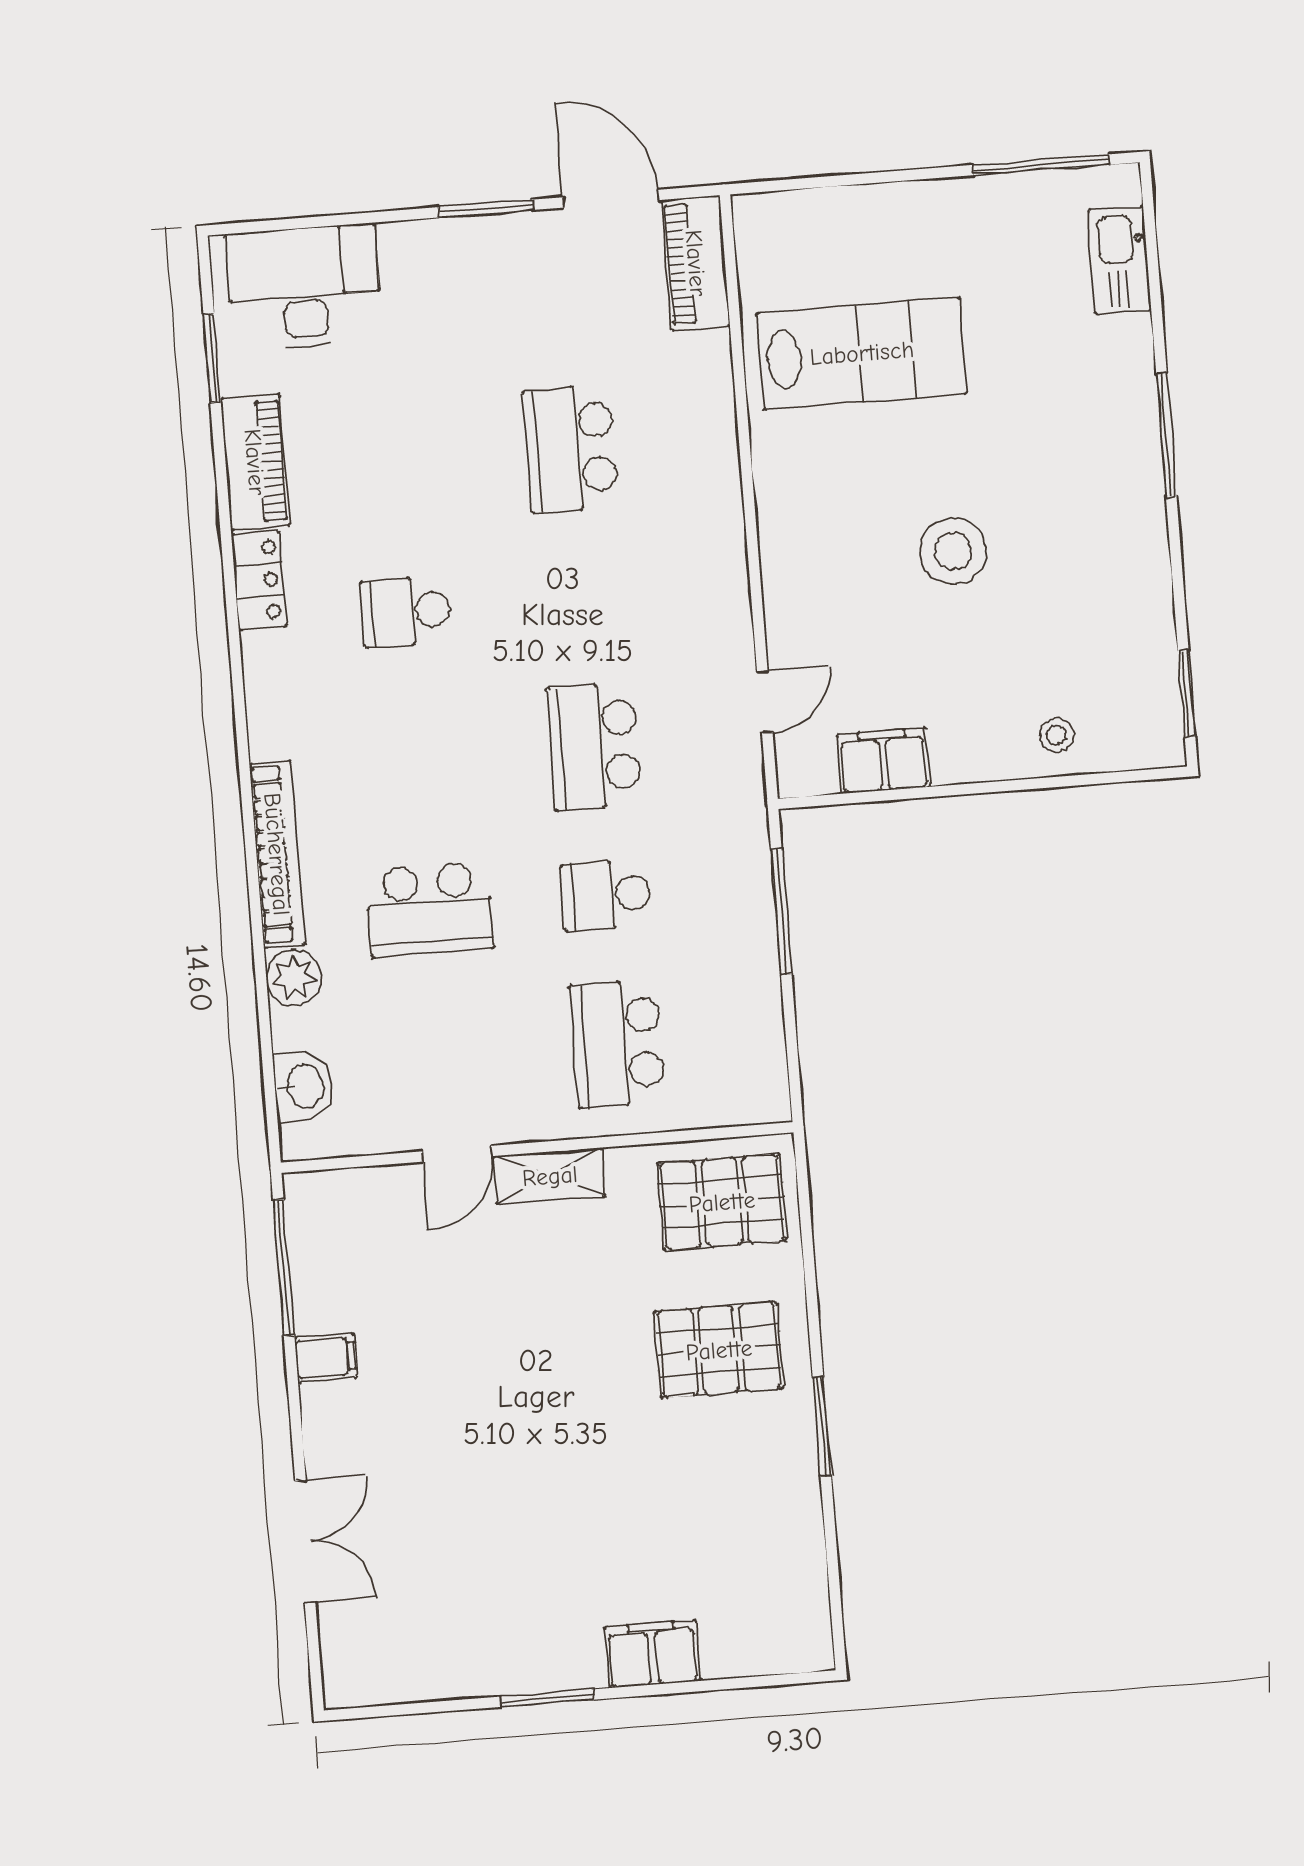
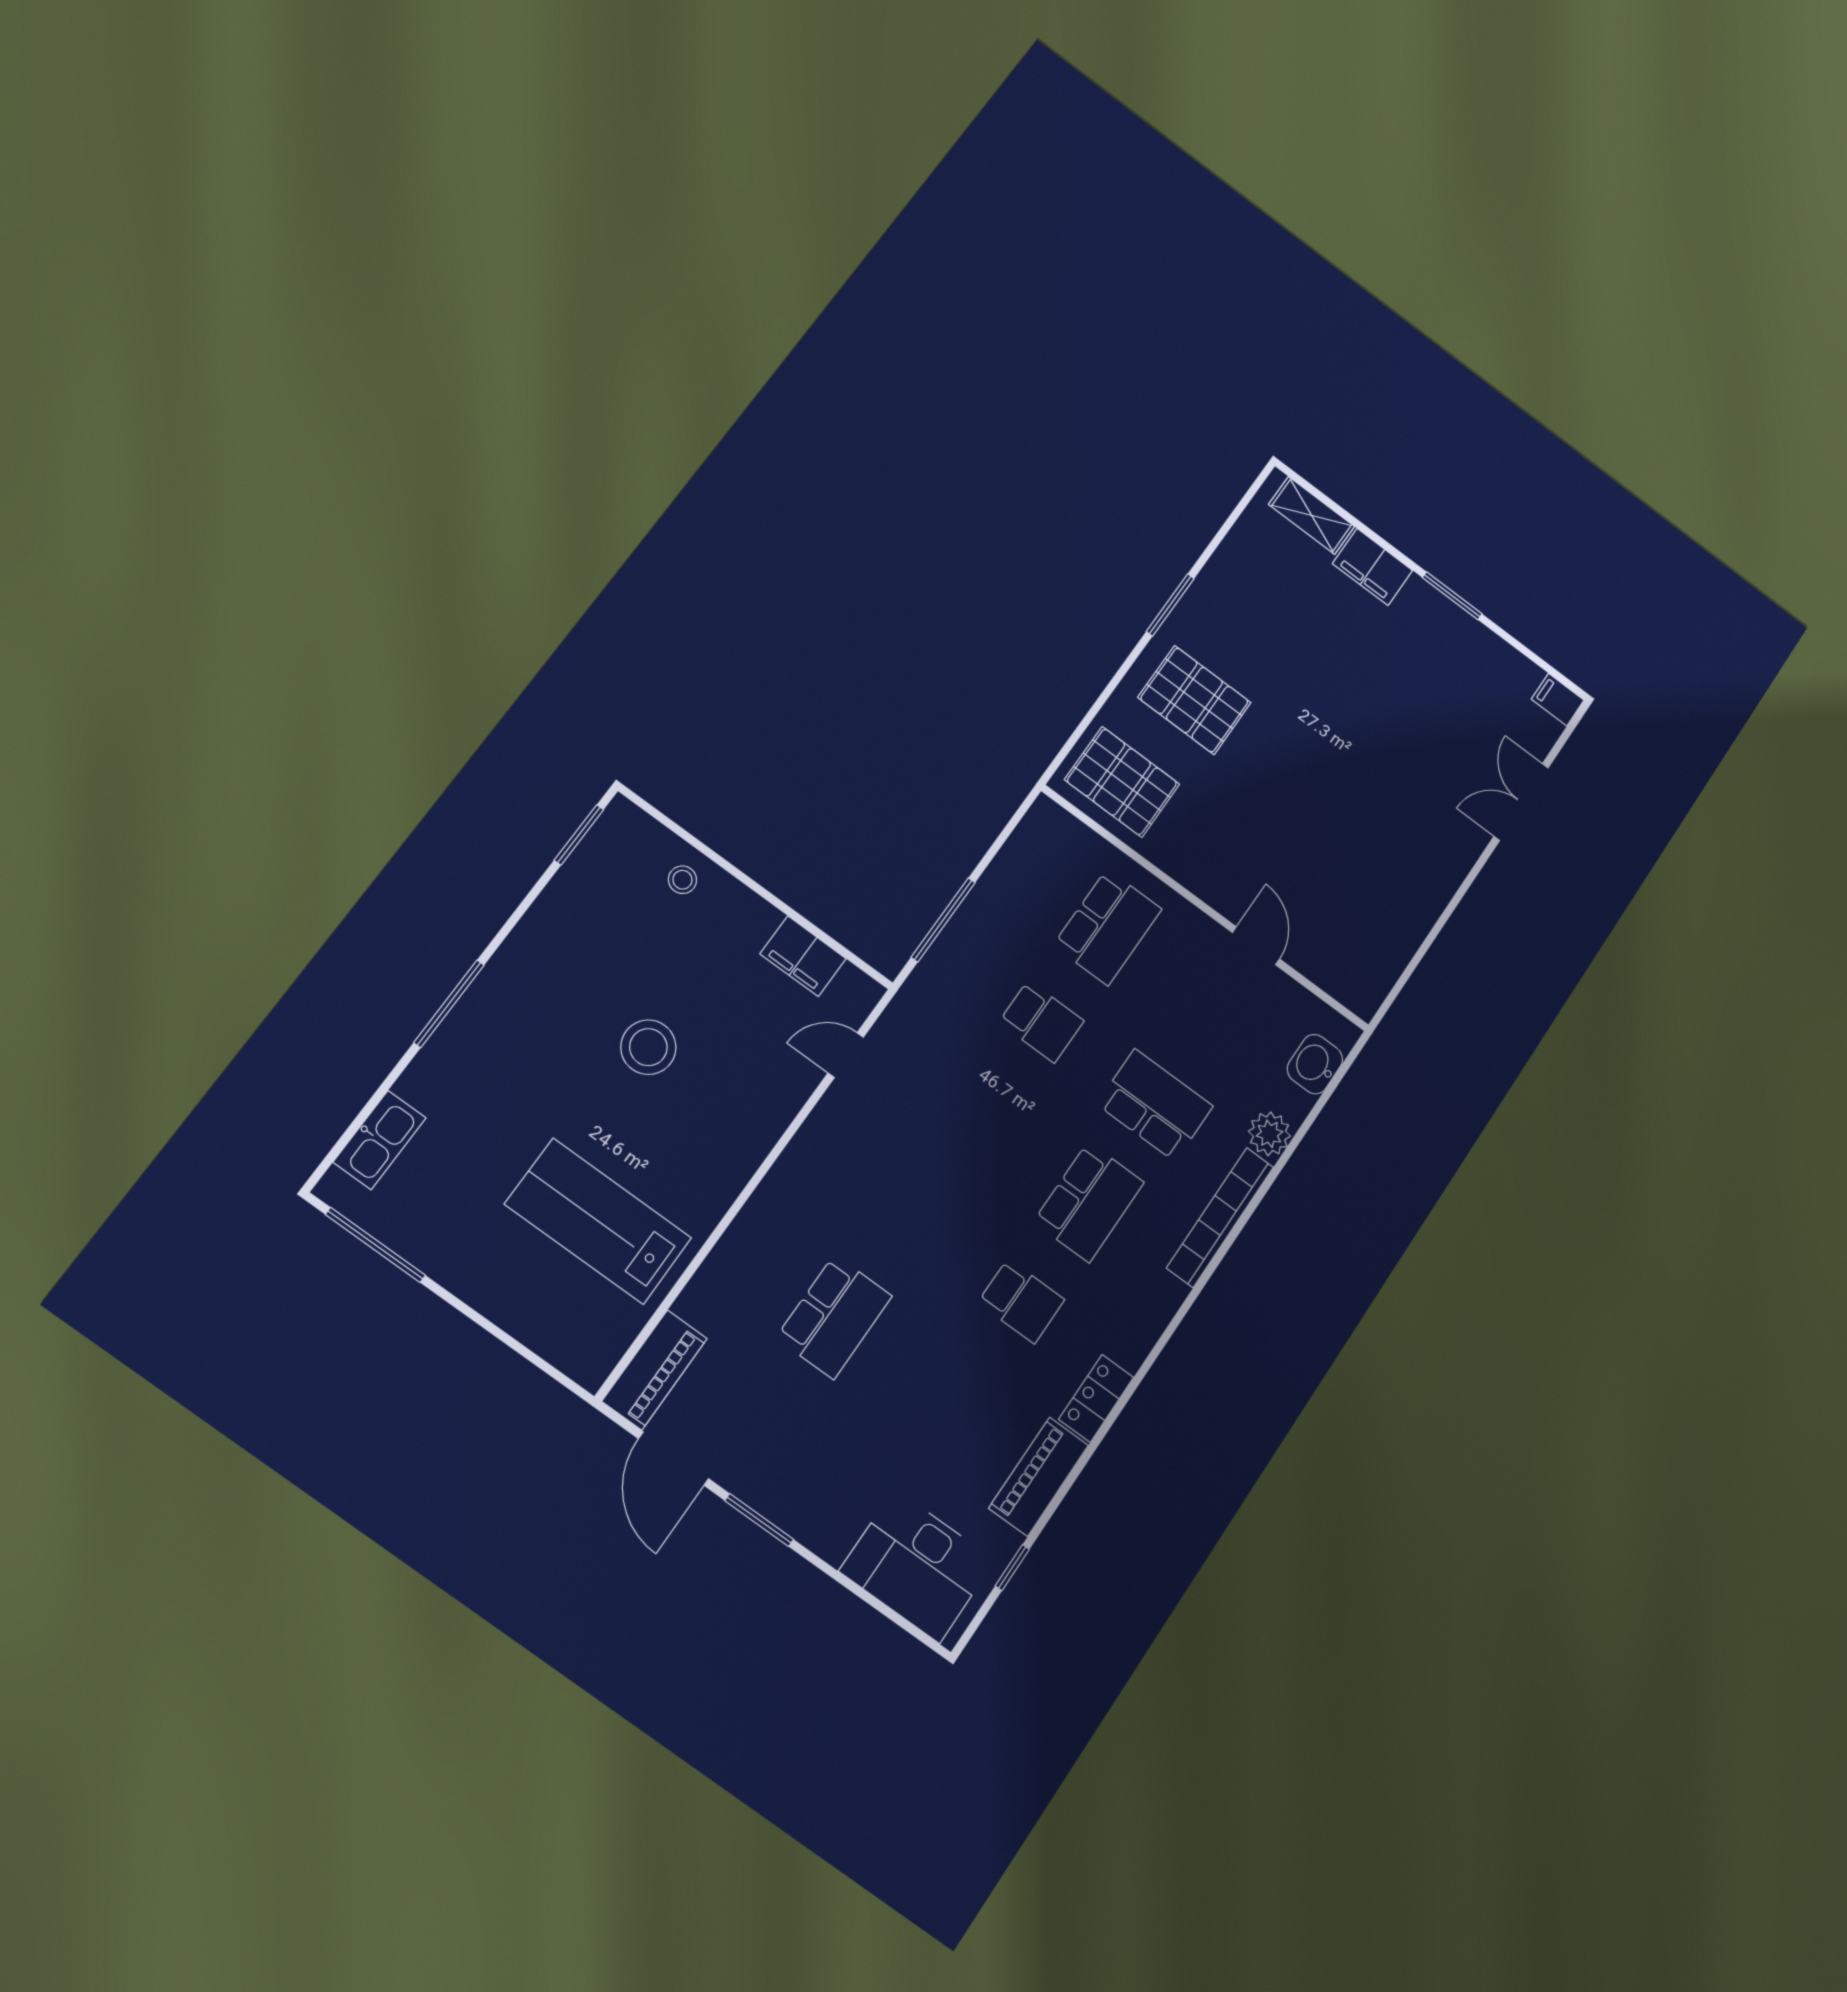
window: (212, 358) -> (1012, 1568), width x0.67
school desk: (594, 746) -> (1089, 1202), moved
door: (457, 1154) -> (1256, 946), hinge flipped
shelving: (550, 1176) -> (1312, 515), moved
window: (284, 1267) -> (1410, 968), removed
filing cabinet: (326, 1358) -> (1558, 700), moved

